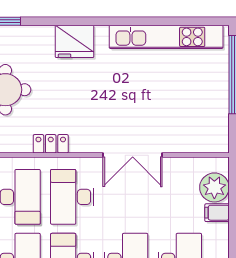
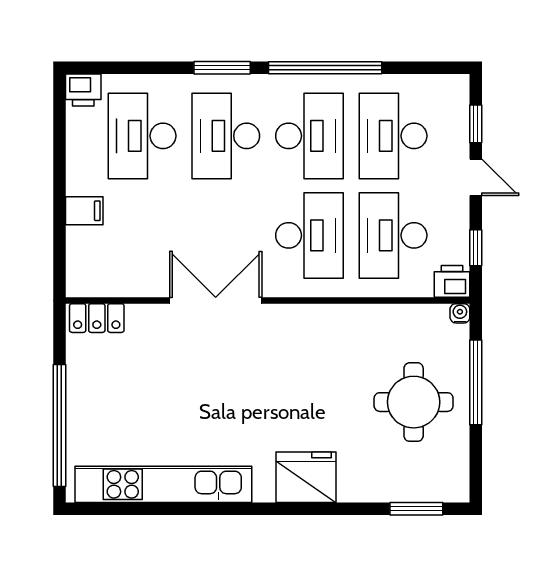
locker: (51, 144) -> (97, 318), moved
plant: (214, 187) -> (88, 250), removed

